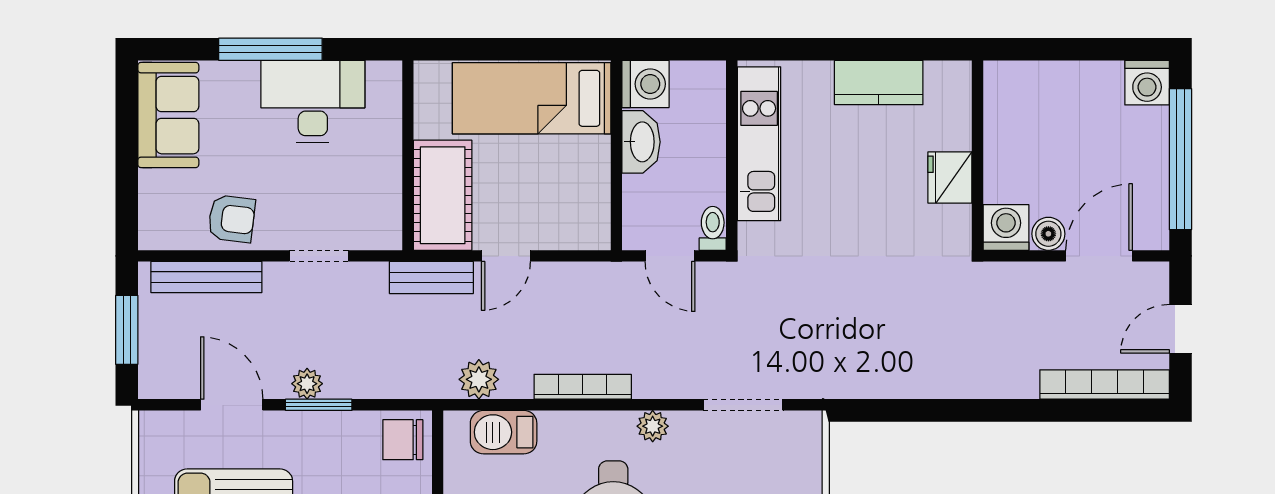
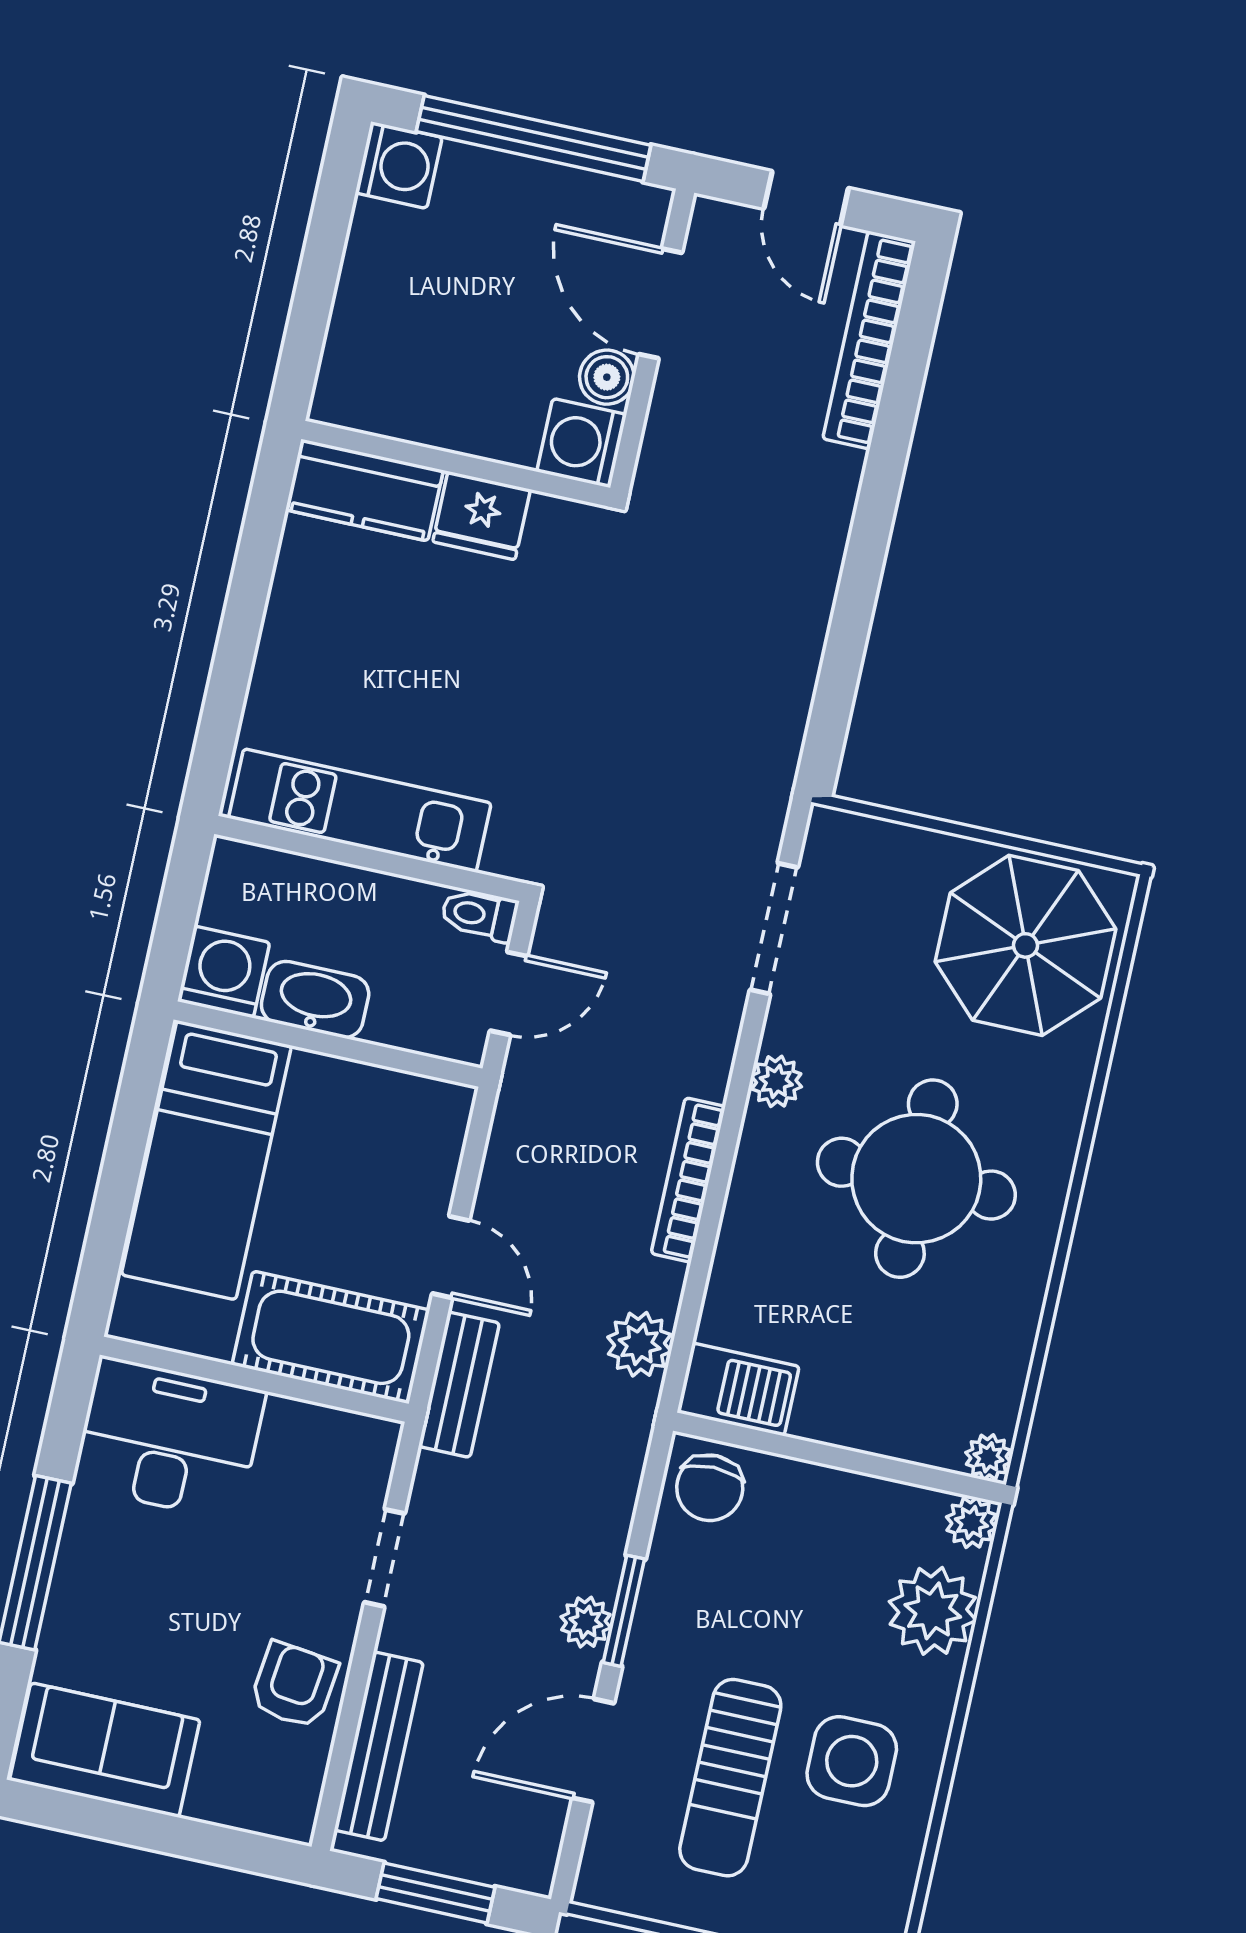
kitchen counter: (879, 83) -> (364, 490), moved, turned 90
desk: (313, 101) -> (169, 1439), moved, turned 90
barbecue: (504, 432) -> (738, 1389), moved, turned -90

